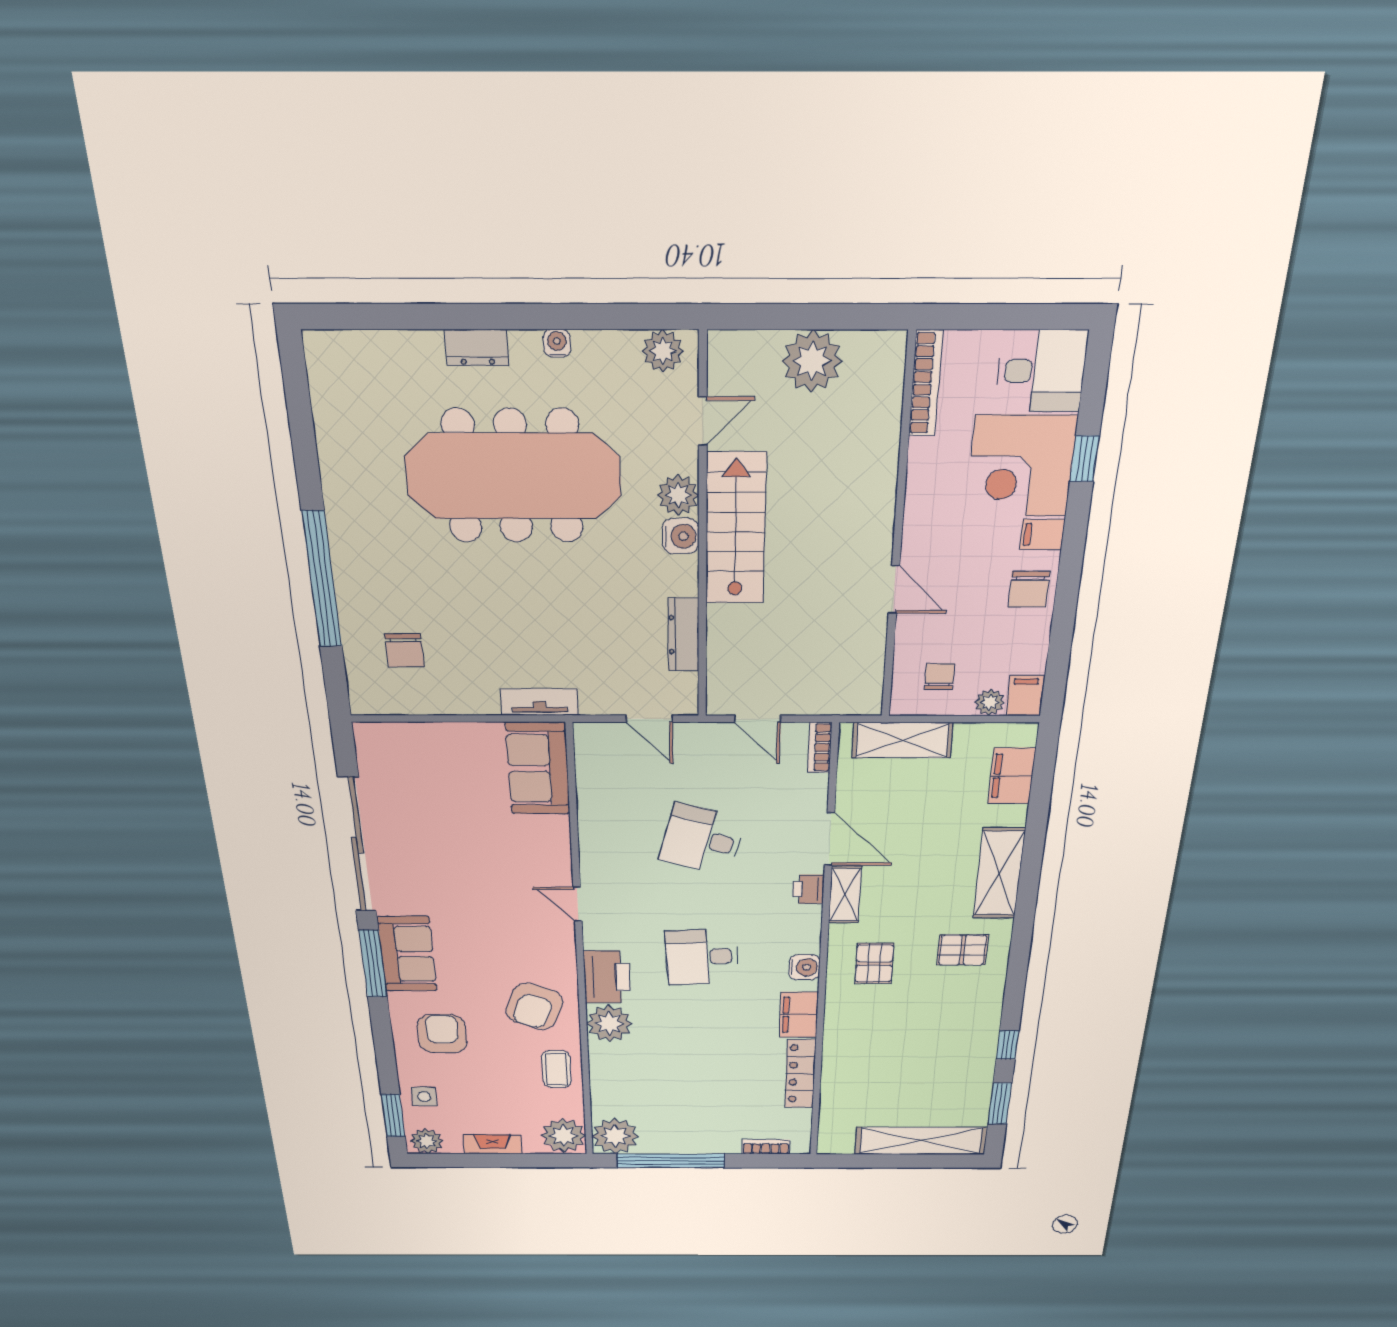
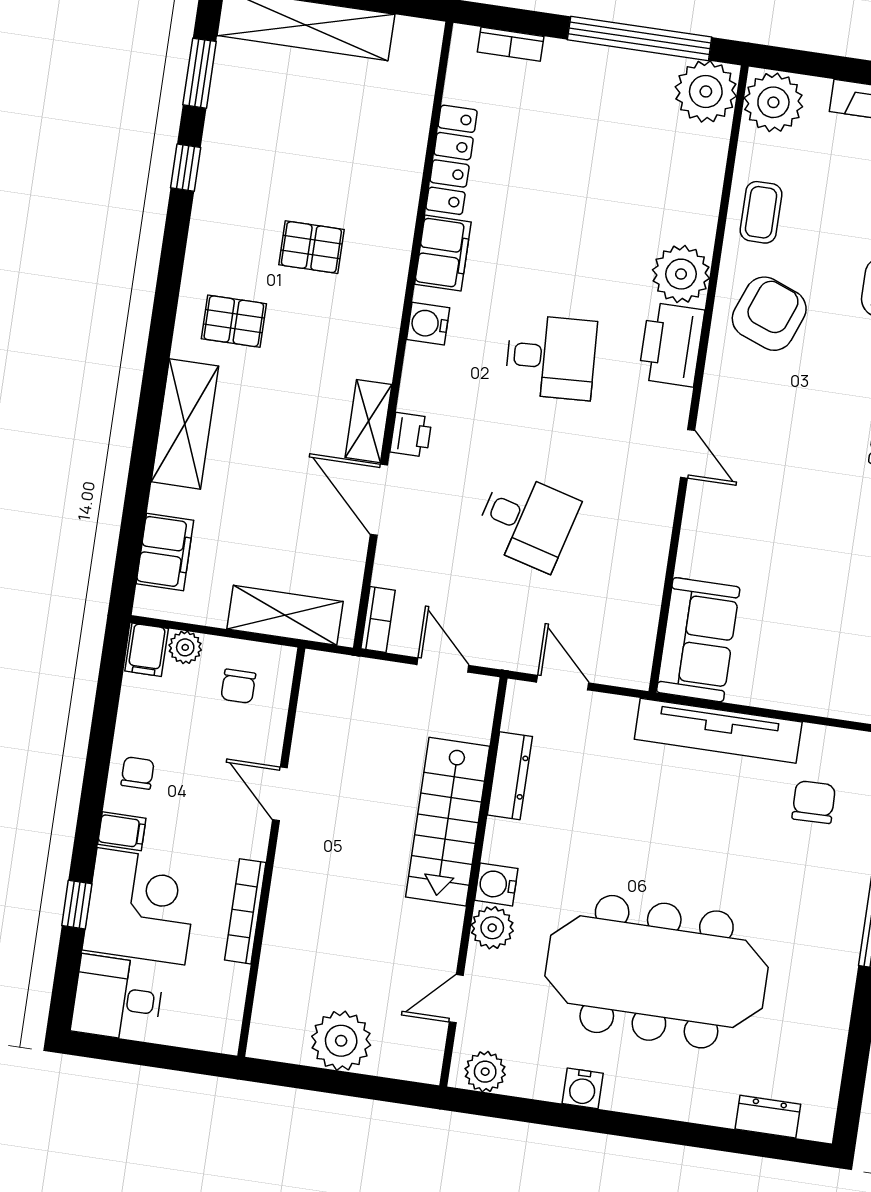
water cooler: (557, 343) -> (583, 1088), width x1.38, depth x1.38
dresser: (477, 348) -> (768, 1117), moved
bookcase: (926, 383) -> (245, 911), moved
stairs: (735, 529) -> (448, 822), moved
chair: (1029, 589) -> (138, 773), width x0.73, depth x0.73
tv unit: (539, 702) -> (718, 731), width x1.92, depth x1.29
pallet: (874, 963) -> (311, 247), moved, turned 90

